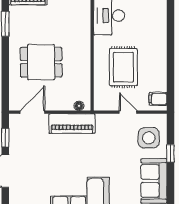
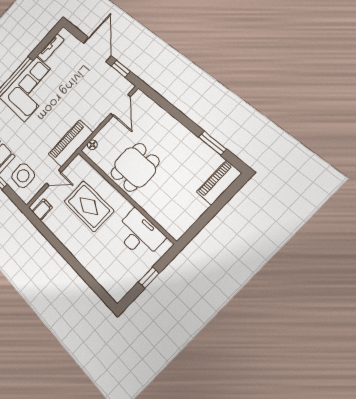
dining table: (41, 62) -> (135, 167), moved
piano: (72, 124) -> (71, 143), moved

